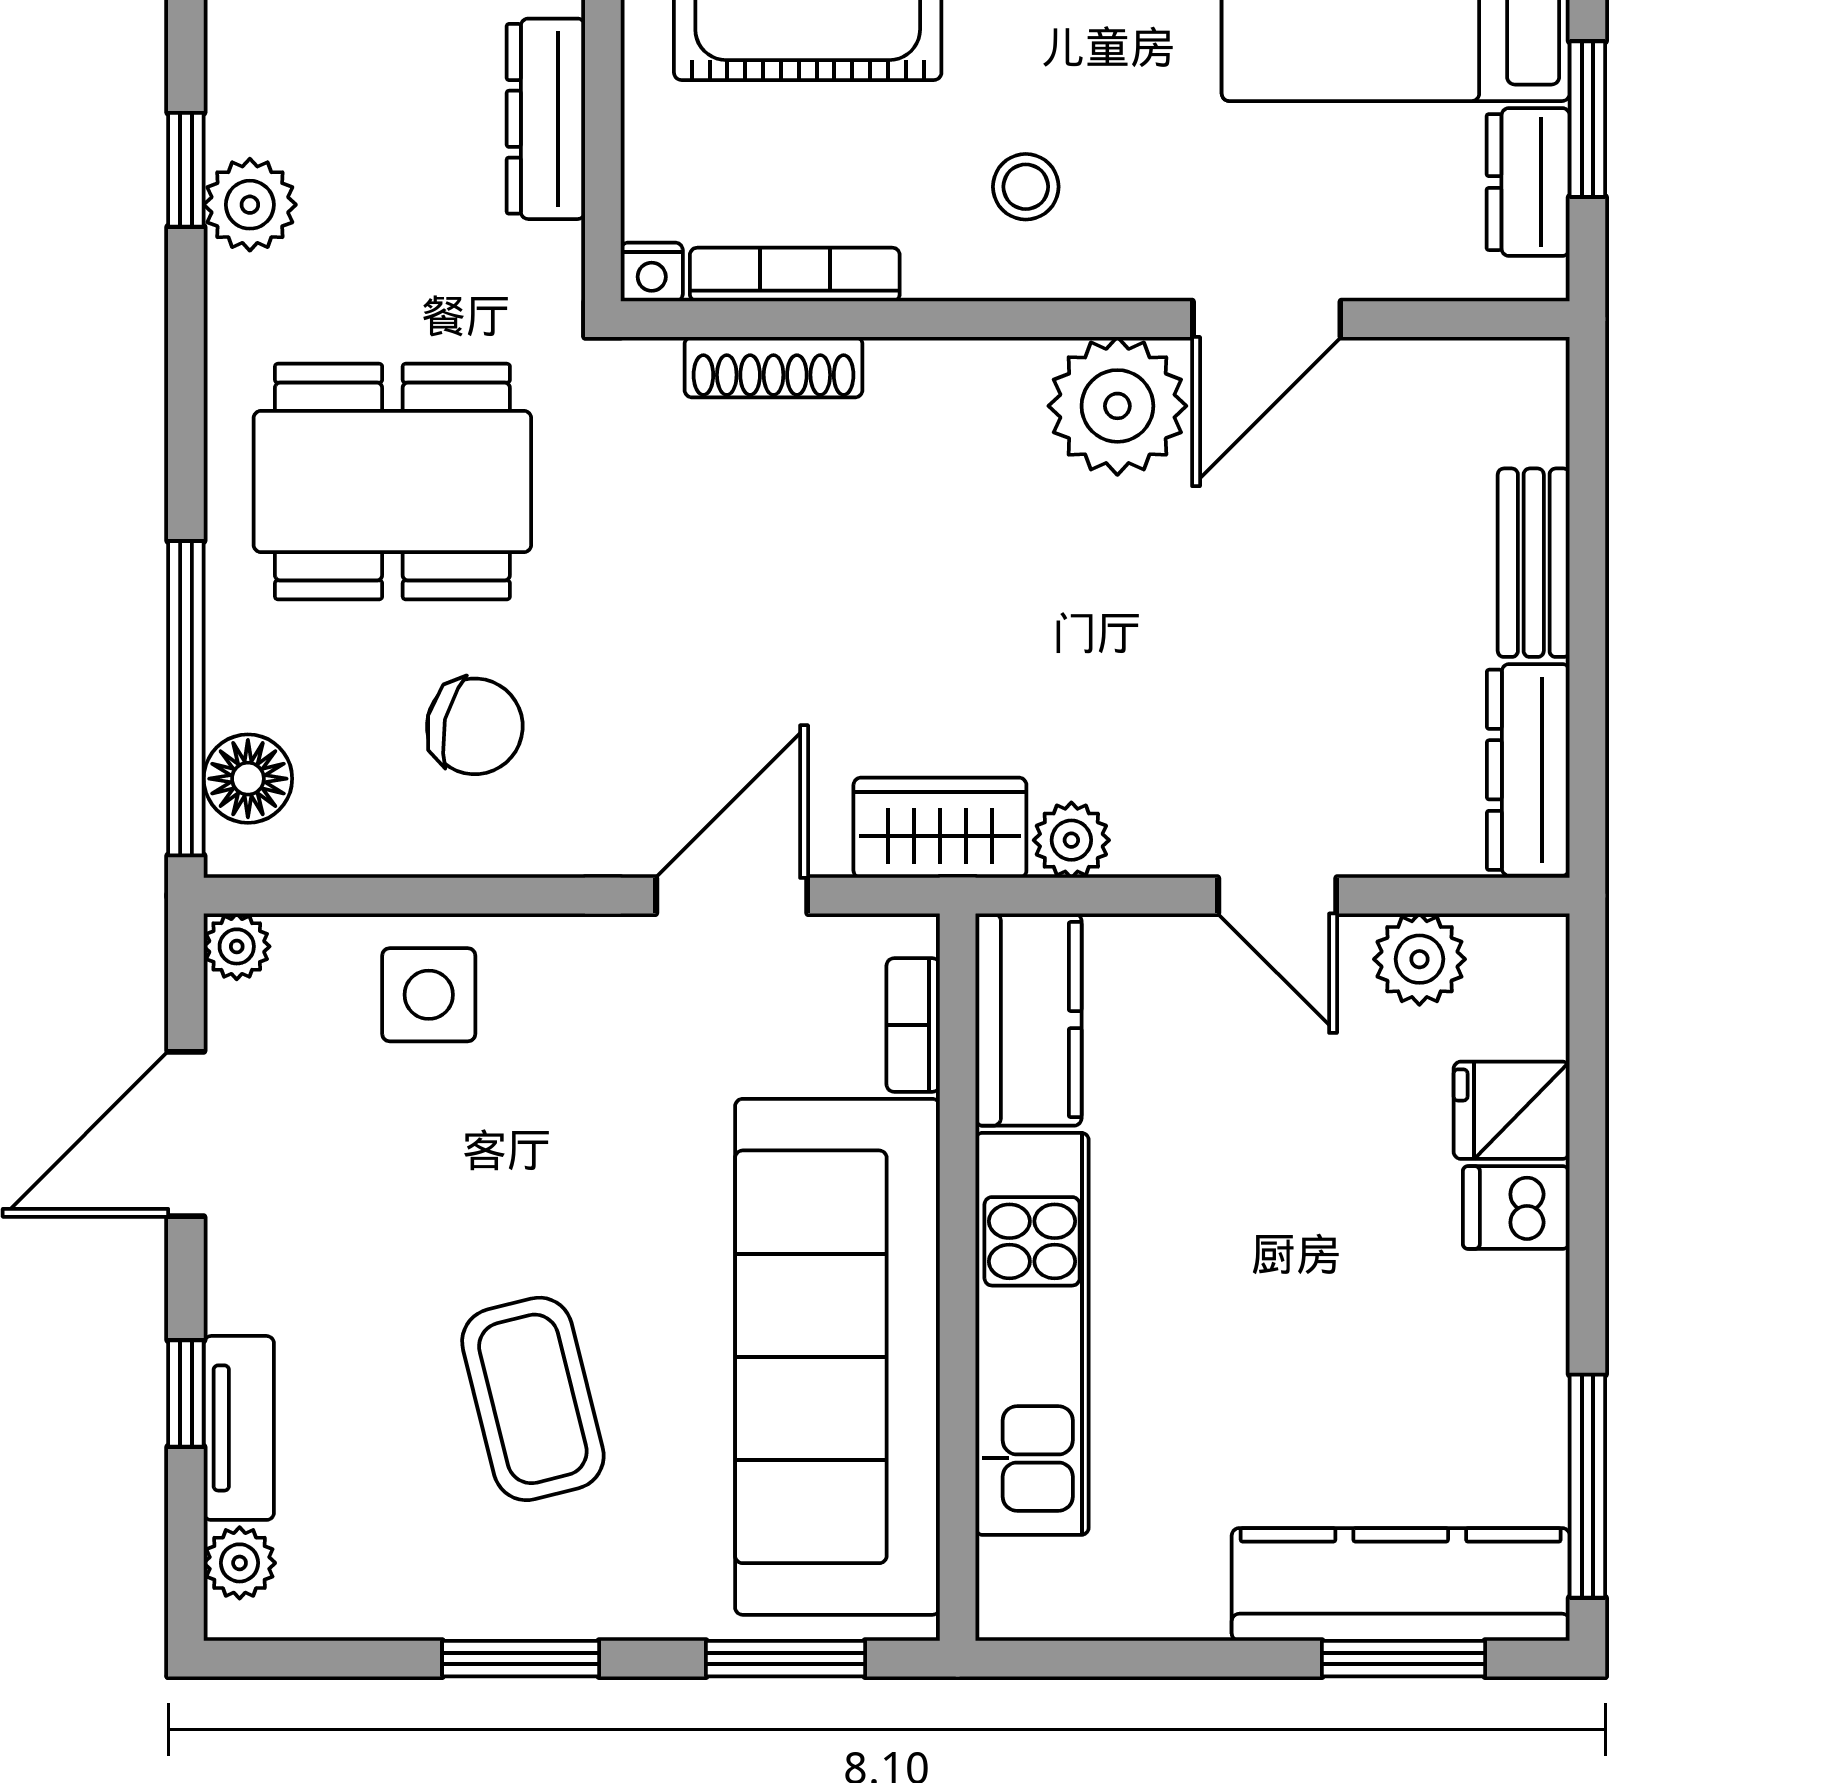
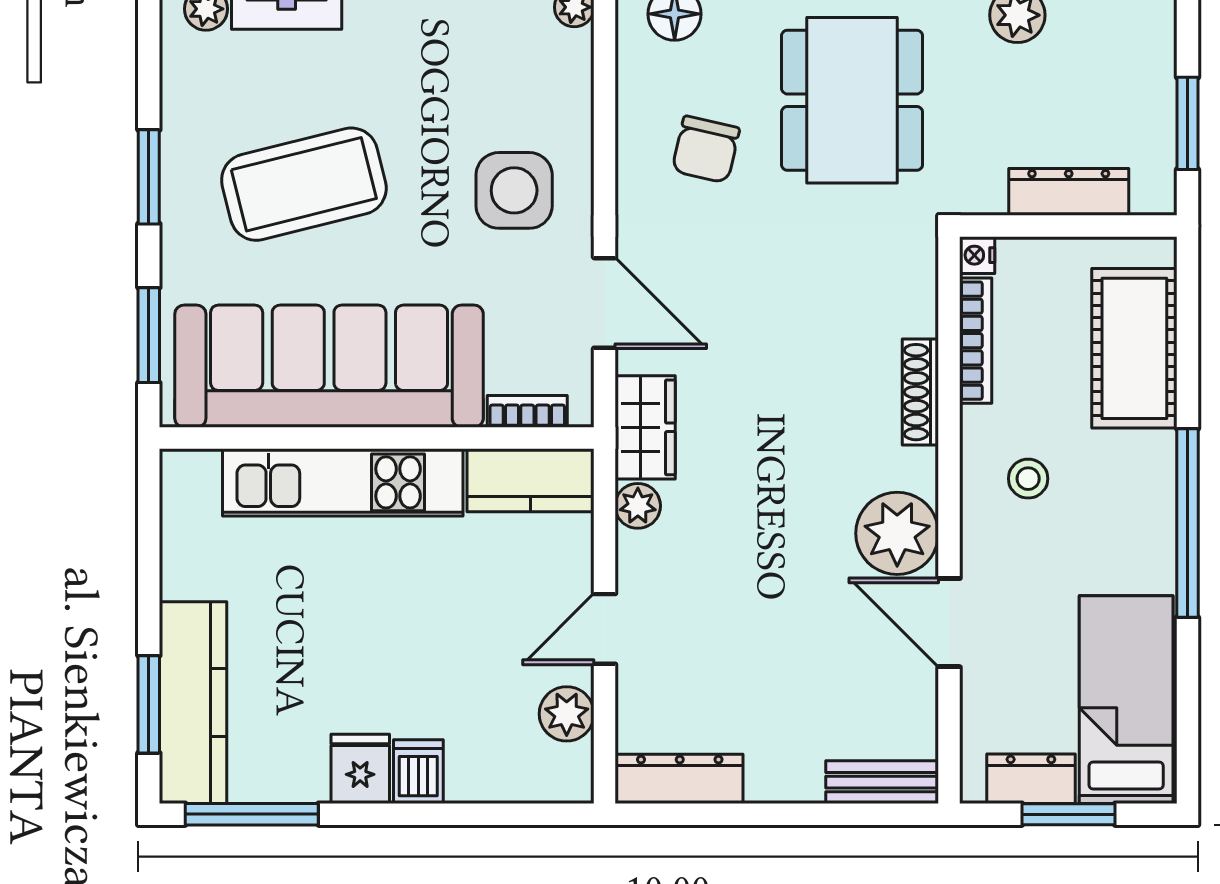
shoe rack: (774, 367) -> (920, 392), moved
bench: (1534, 563) -> (882, 782), moved
side table: (429, 995) -> (514, 190), moved, width x1.37, depth x1.37
fridge: (1512, 1110) -> (360, 769), moved
coffee table: (533, 1399) -> (304, 184), width x1.36, depth x1.32

